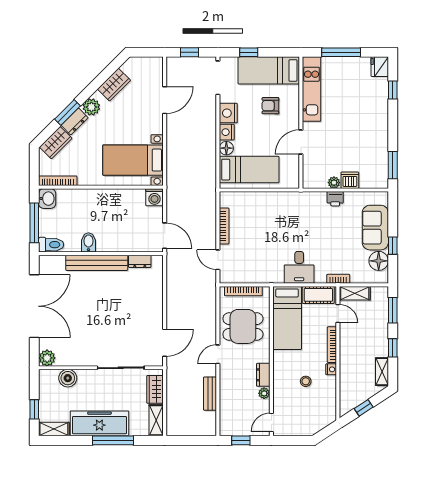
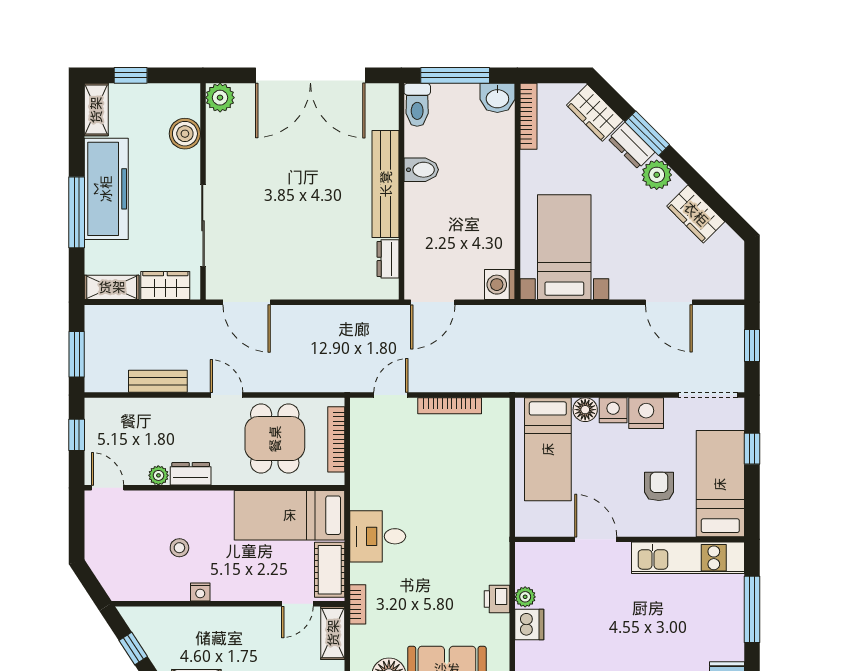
bookcase: (332, 345) -> (243, 593), removed
window: (195, 440) -> (77, 354), added

